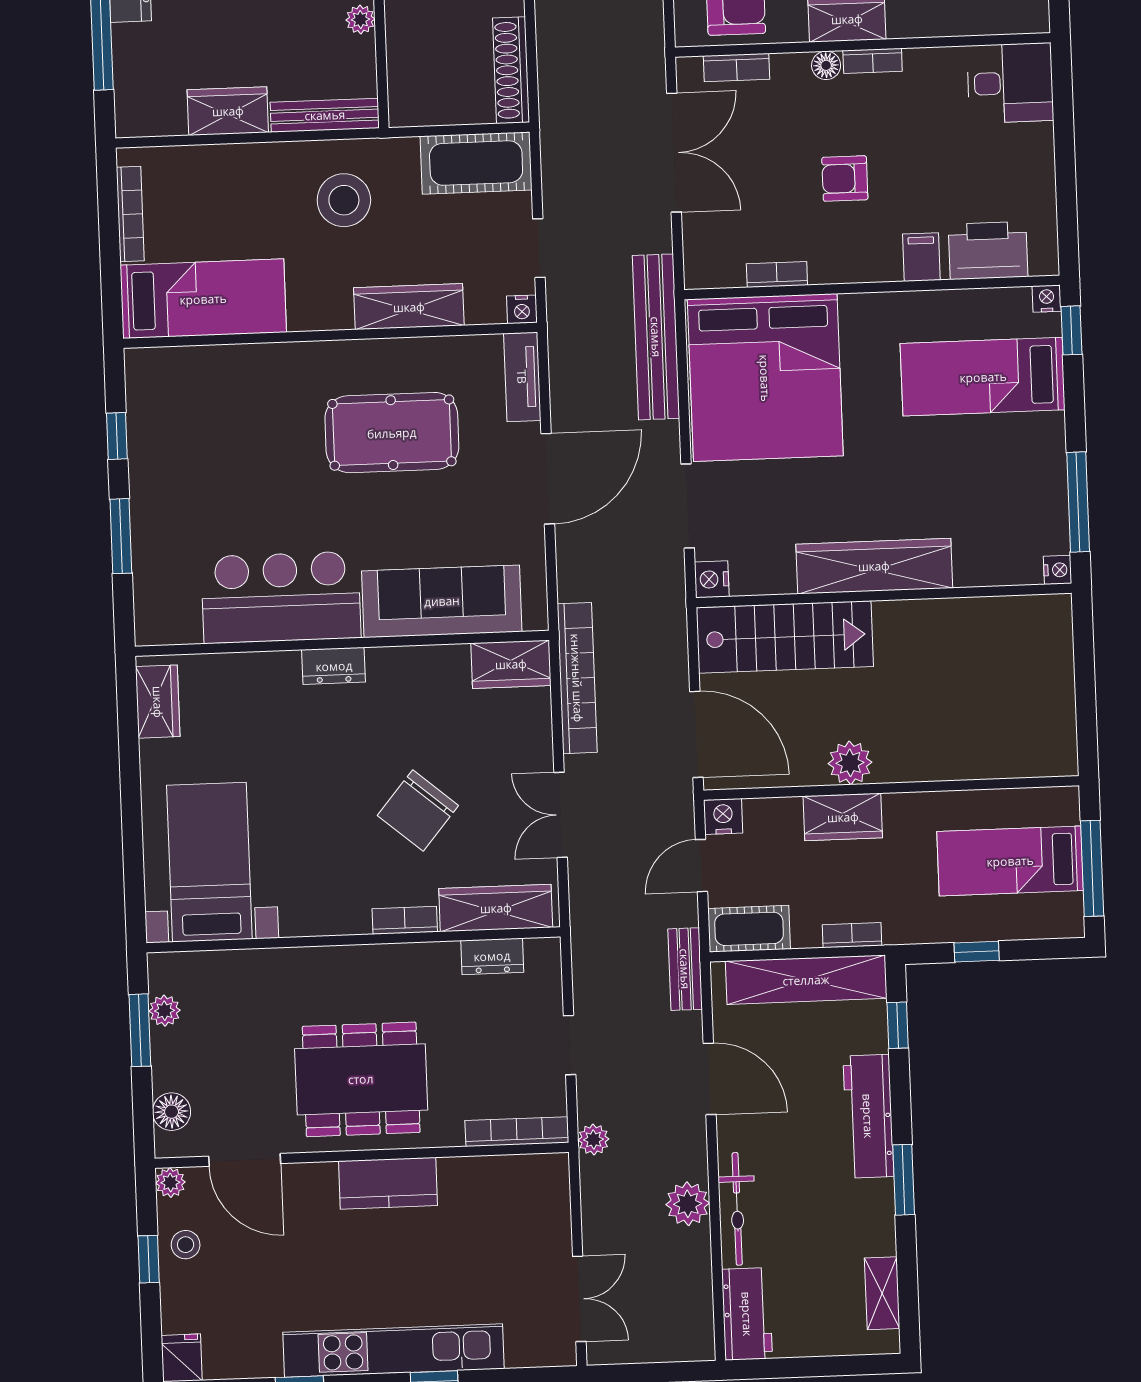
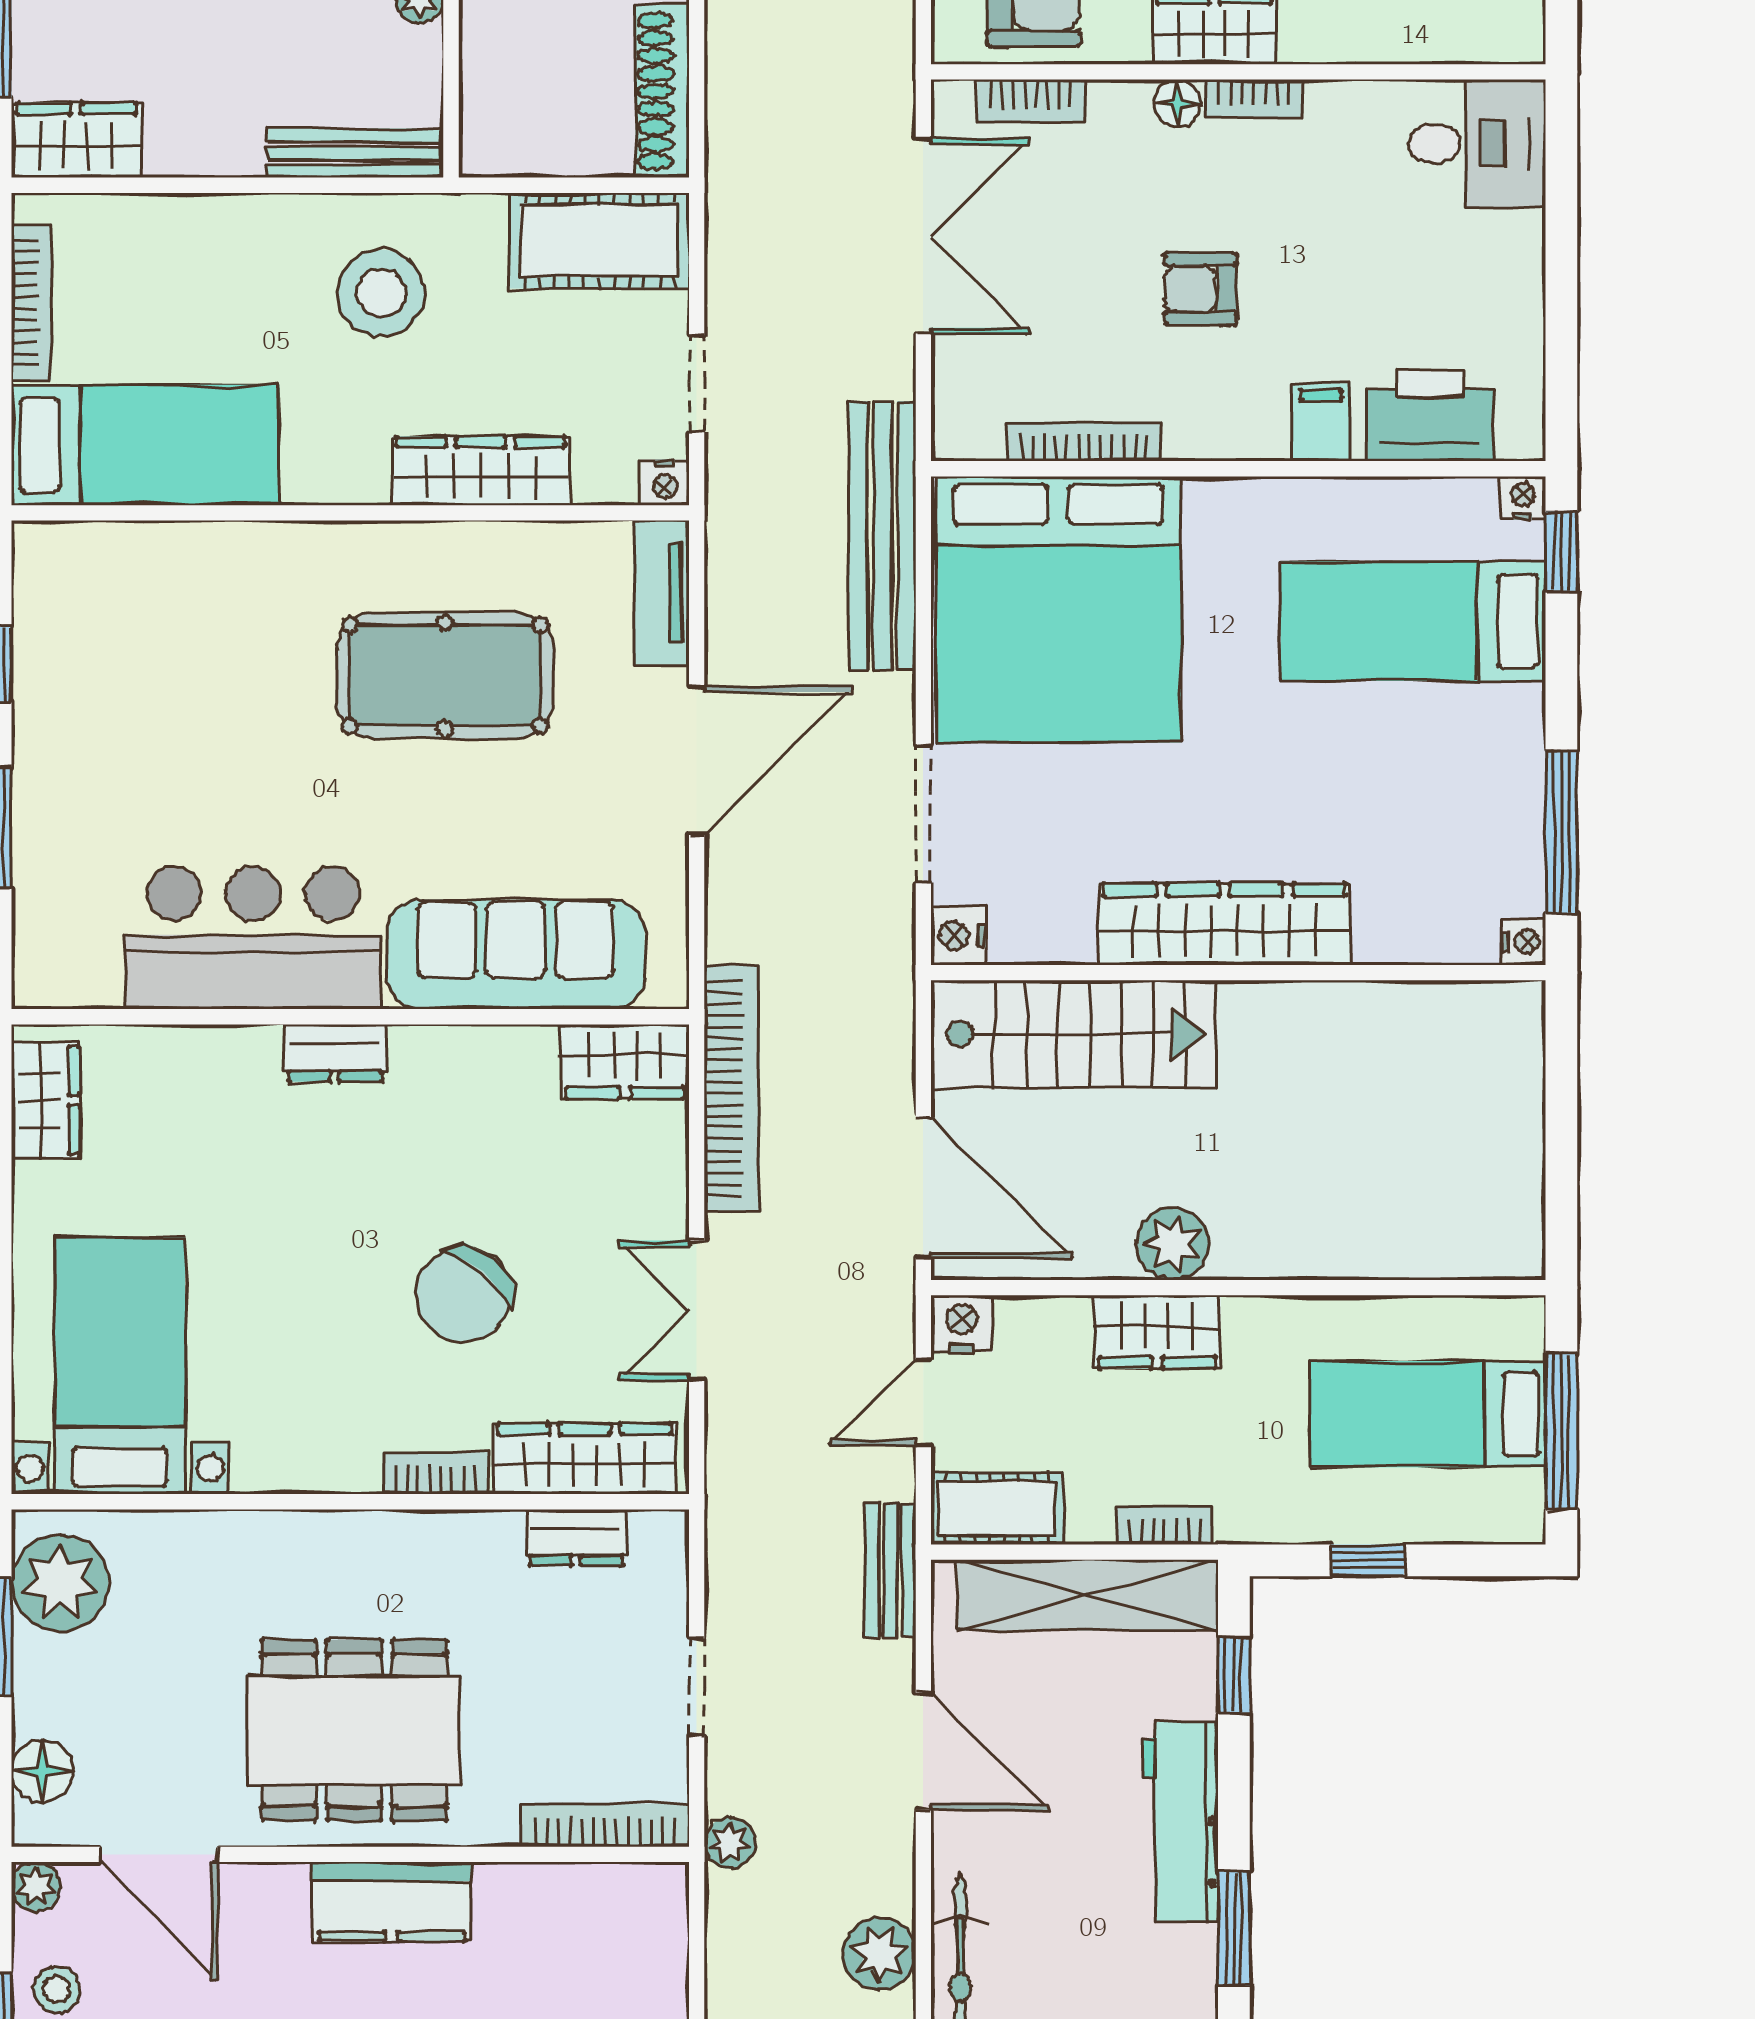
wardrobe: (228, 111) -> (76, 140), moved
bookcase: (777, 274) -> (1084, 441), width x1.56
plant: (165, 1011) -> (60, 1583), width x1.88, depth x1.88

